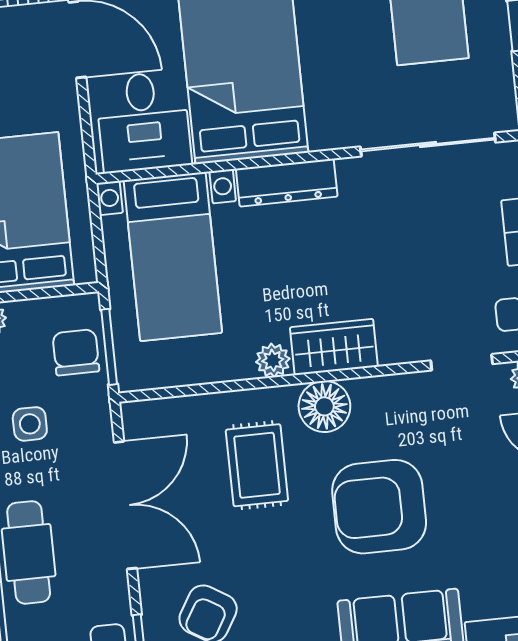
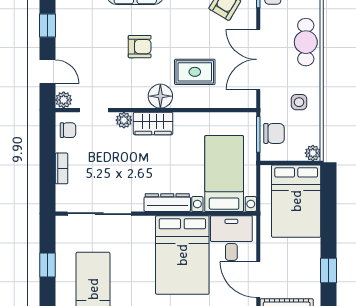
chair: (76, 352) -> (274, 133), turned -90
plant: (273, 360) -> (124, 120), moved
rug: (257, 465) -> (195, 72), turned 90
armchair: (379, 507) -> (140, 47), width x0.53, depth x0.53

